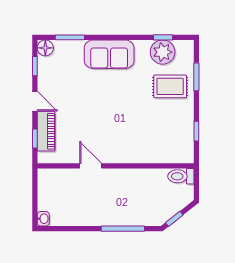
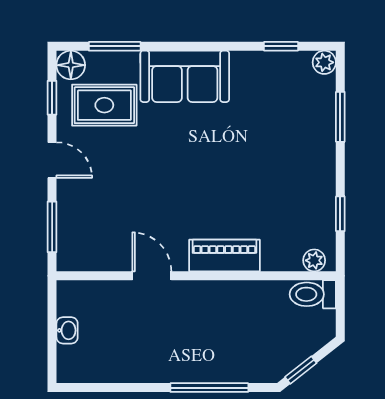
plant: (163, 52) -> (324, 62), moved, width x0.53, depth x0.53
rug: (170, 86) -> (104, 105), moved
piano: (46, 131) -> (224, 256), moved, turned -90
window: (35, 139) -> (52, 227), width x1.50
plant: (182, 157) -> (314, 260), added
washbasin: (43, 219) -> (67, 330), moved

